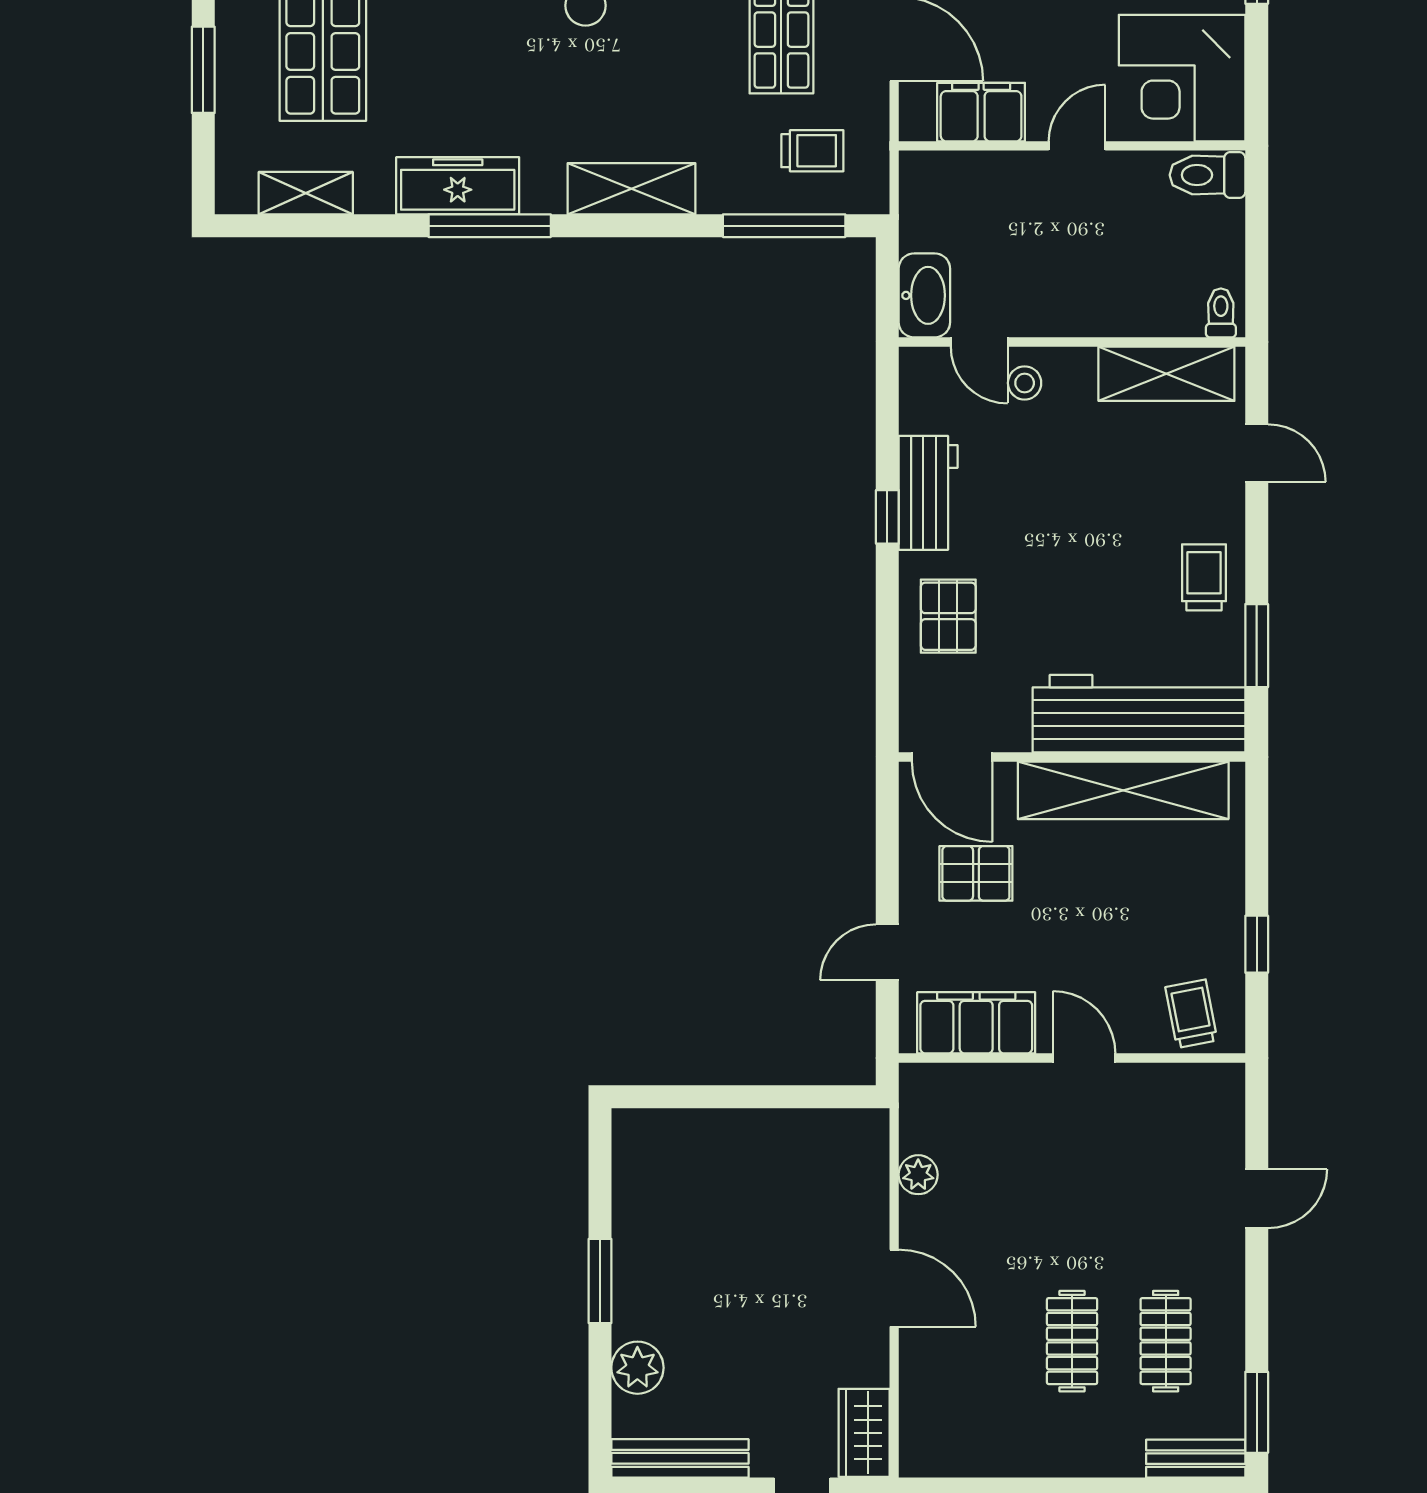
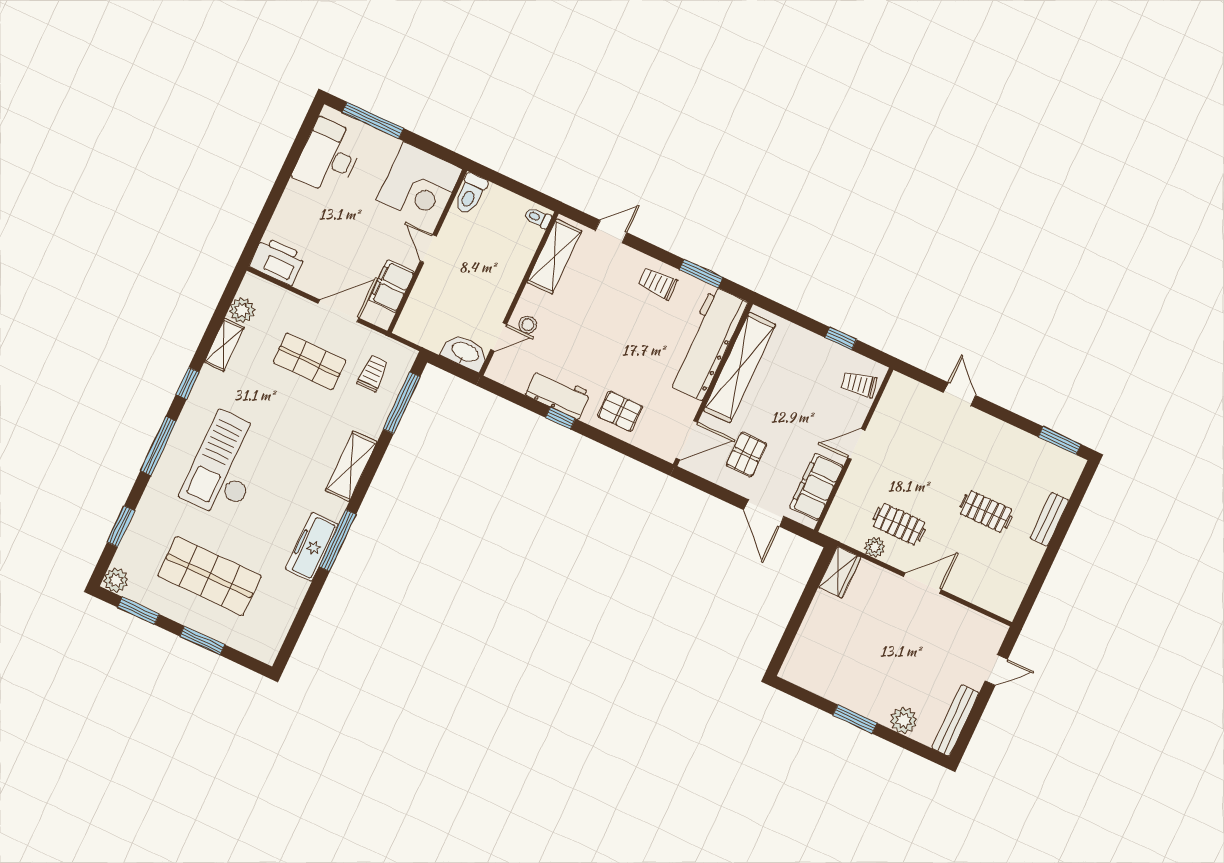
shelving: (306, 193) -> (282, 619), removed
door: (887, 952) -> (764, 513), width x1.37
clothes rail: (1166, 1341) -> (899, 524), moved
wardrobe: (864, 1433) -> (840, 572), moved, turned -90
bench: (1196, 1459) -> (1049, 519), moved

